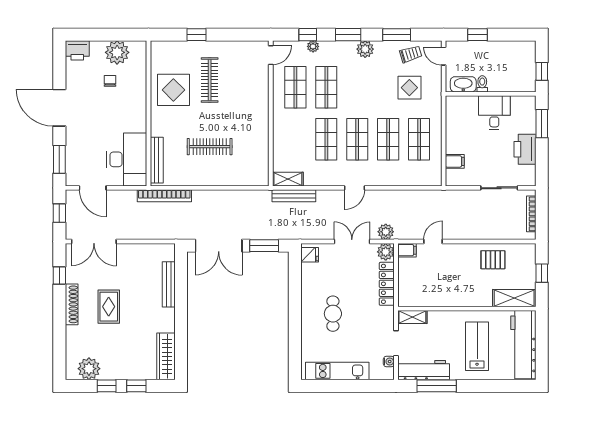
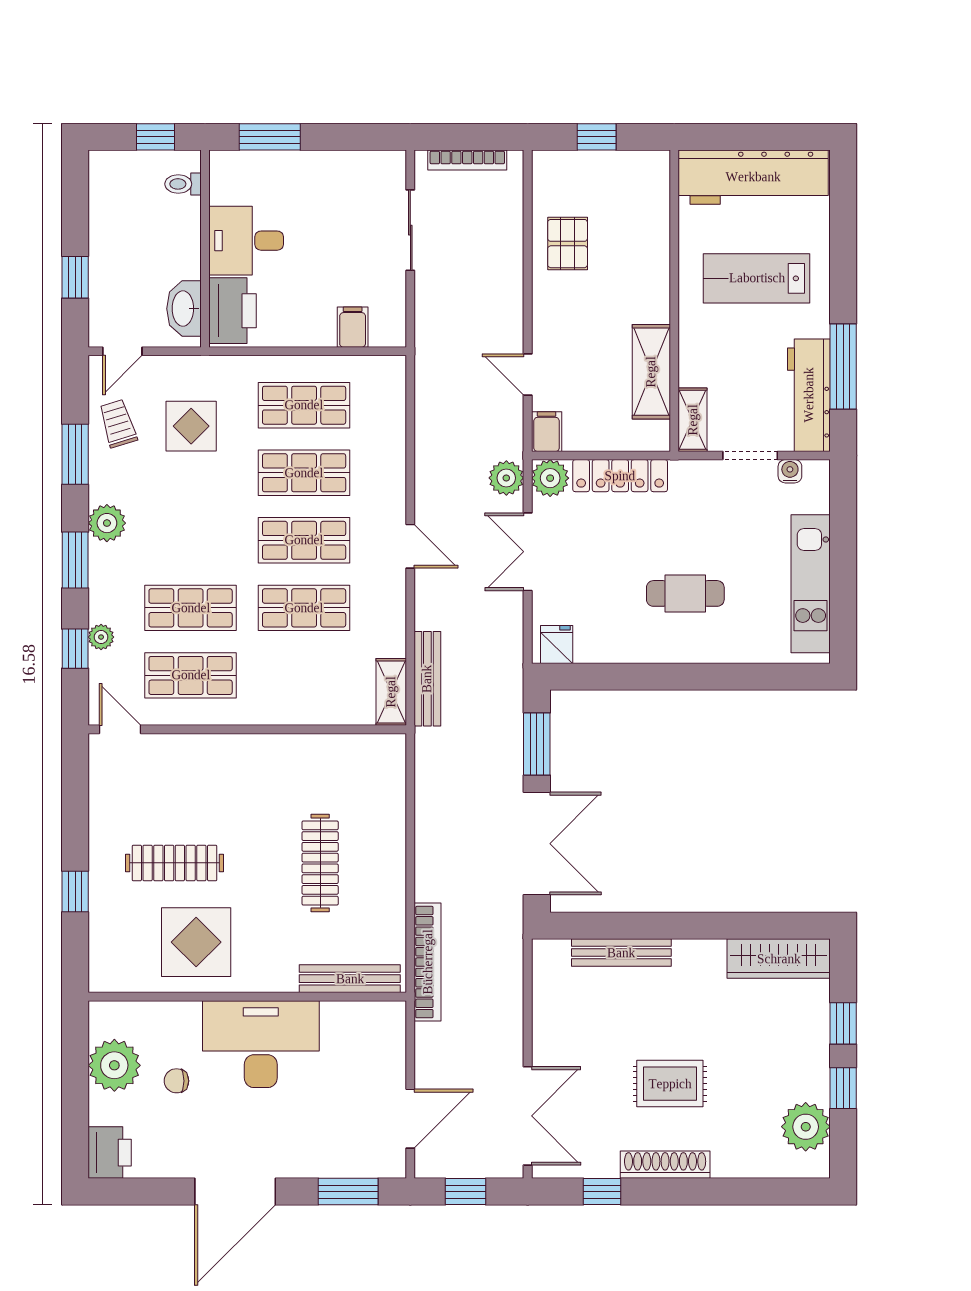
toilet: (482, 84) -> (183, 184), moved
printer: (525, 149) -> (233, 311), moved, turned -90
desk: (127, 159) -> (261, 1044), moved
shelving: (514, 298) -> (651, 372), moved

